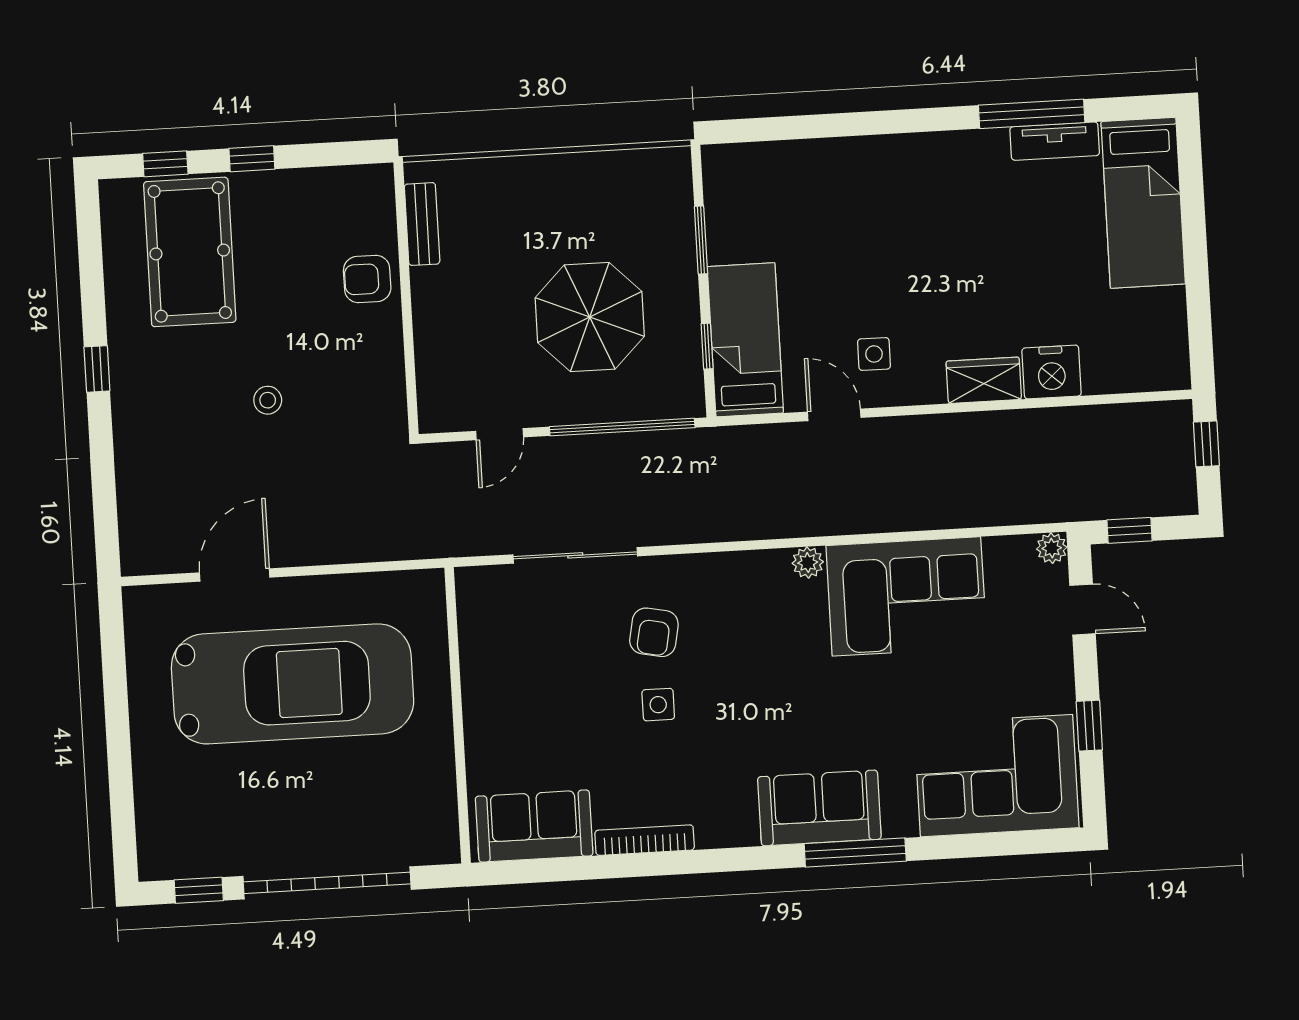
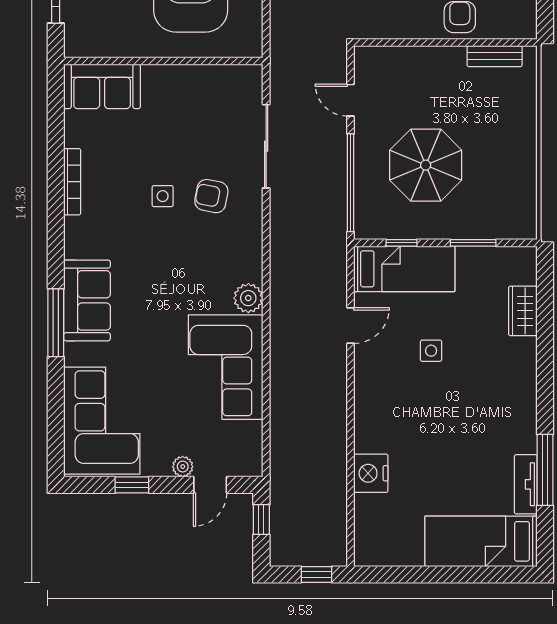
side table: (874, 354) -> (431, 351), moved
wardrobe: (984, 380) -> (523, 311), moved, turned 180
plant: (1052, 548) -> (183, 467), moved
plant: (808, 563) -> (248, 298), width x1.38, depth x1.38
sofa: (534, 826) -> (102, 86), moved, turned 90

